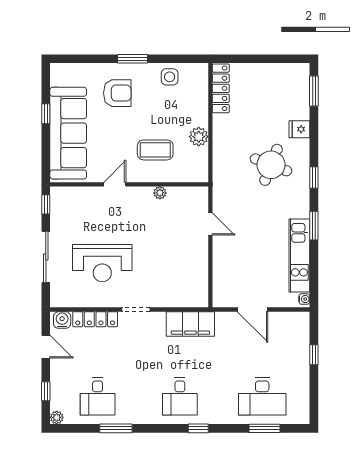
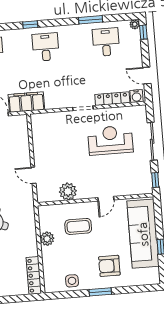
plant: (160, 193) -> (68, 191), width x1.88, depth x1.88
filing cabinet: (190, 324) -> (26, 102), moved
window: (46, 391) -> (143, 32), moved

